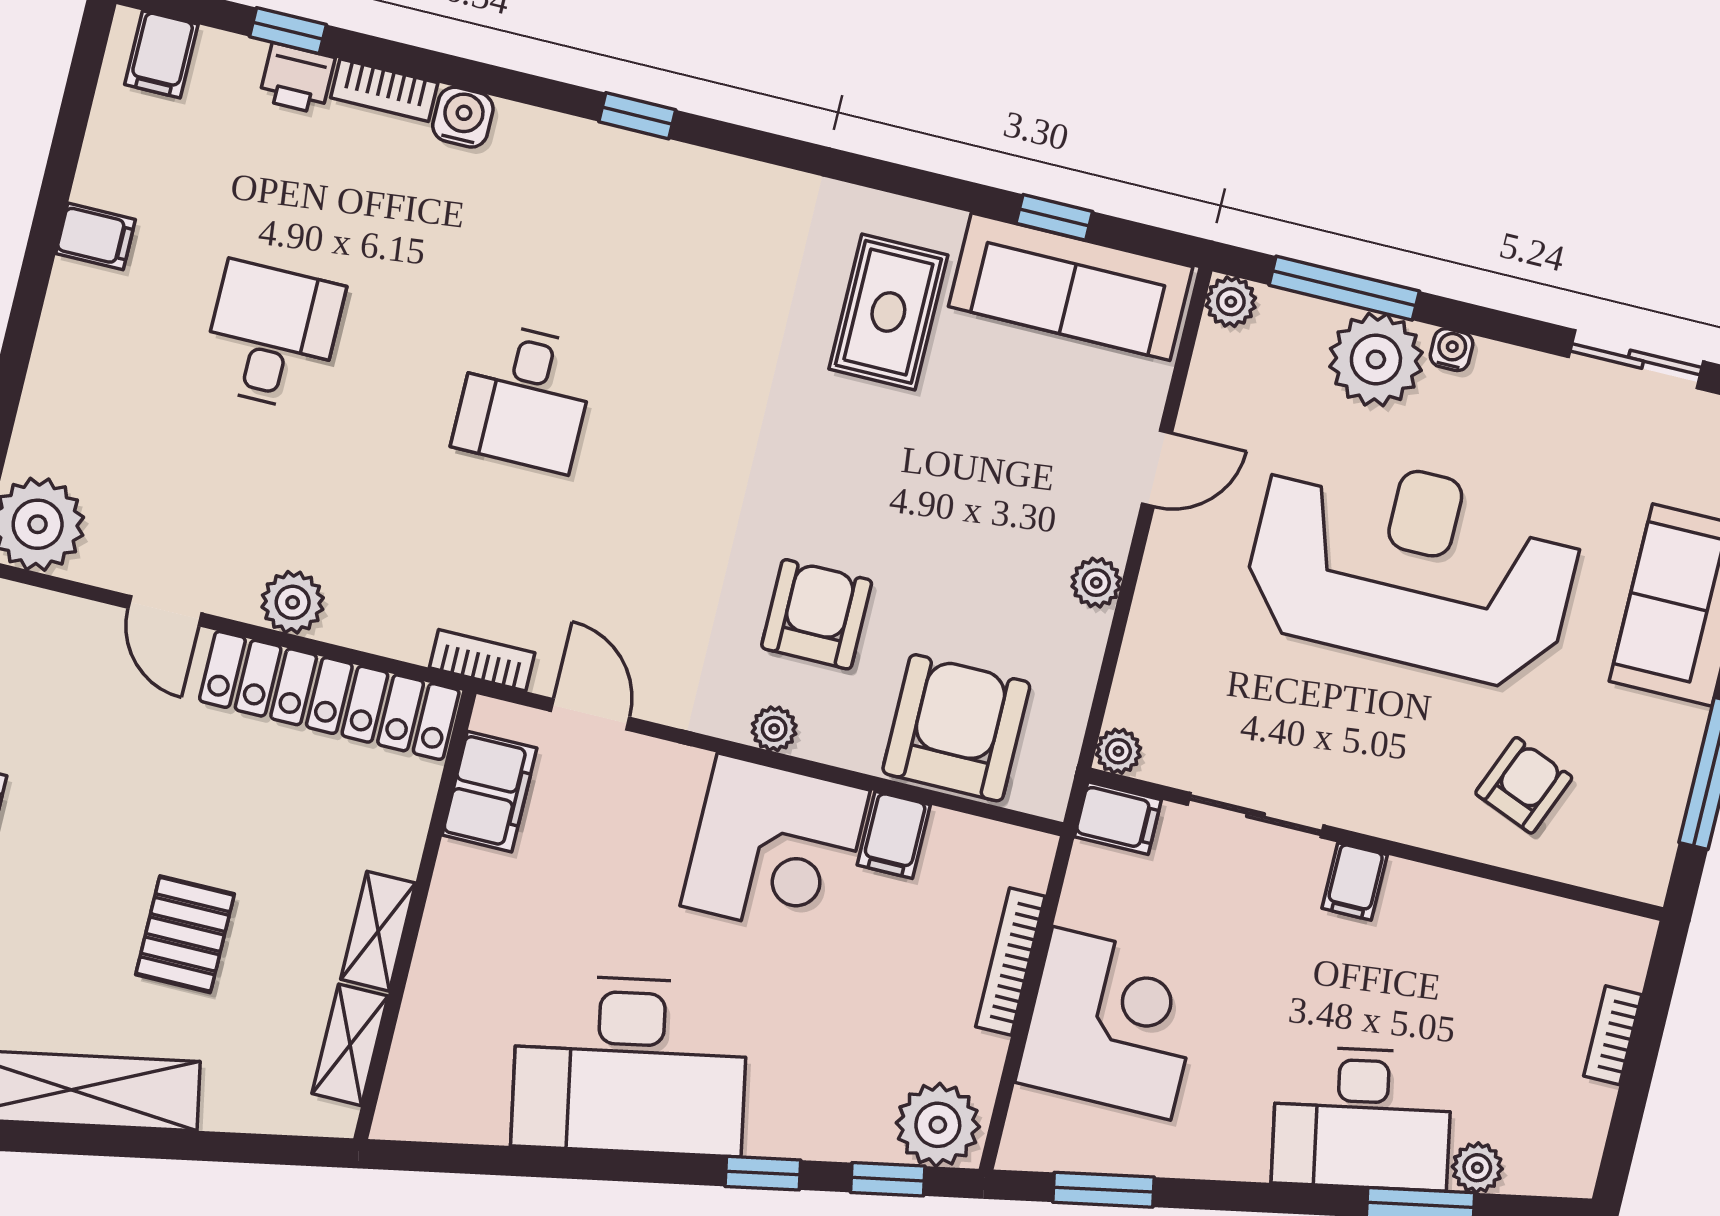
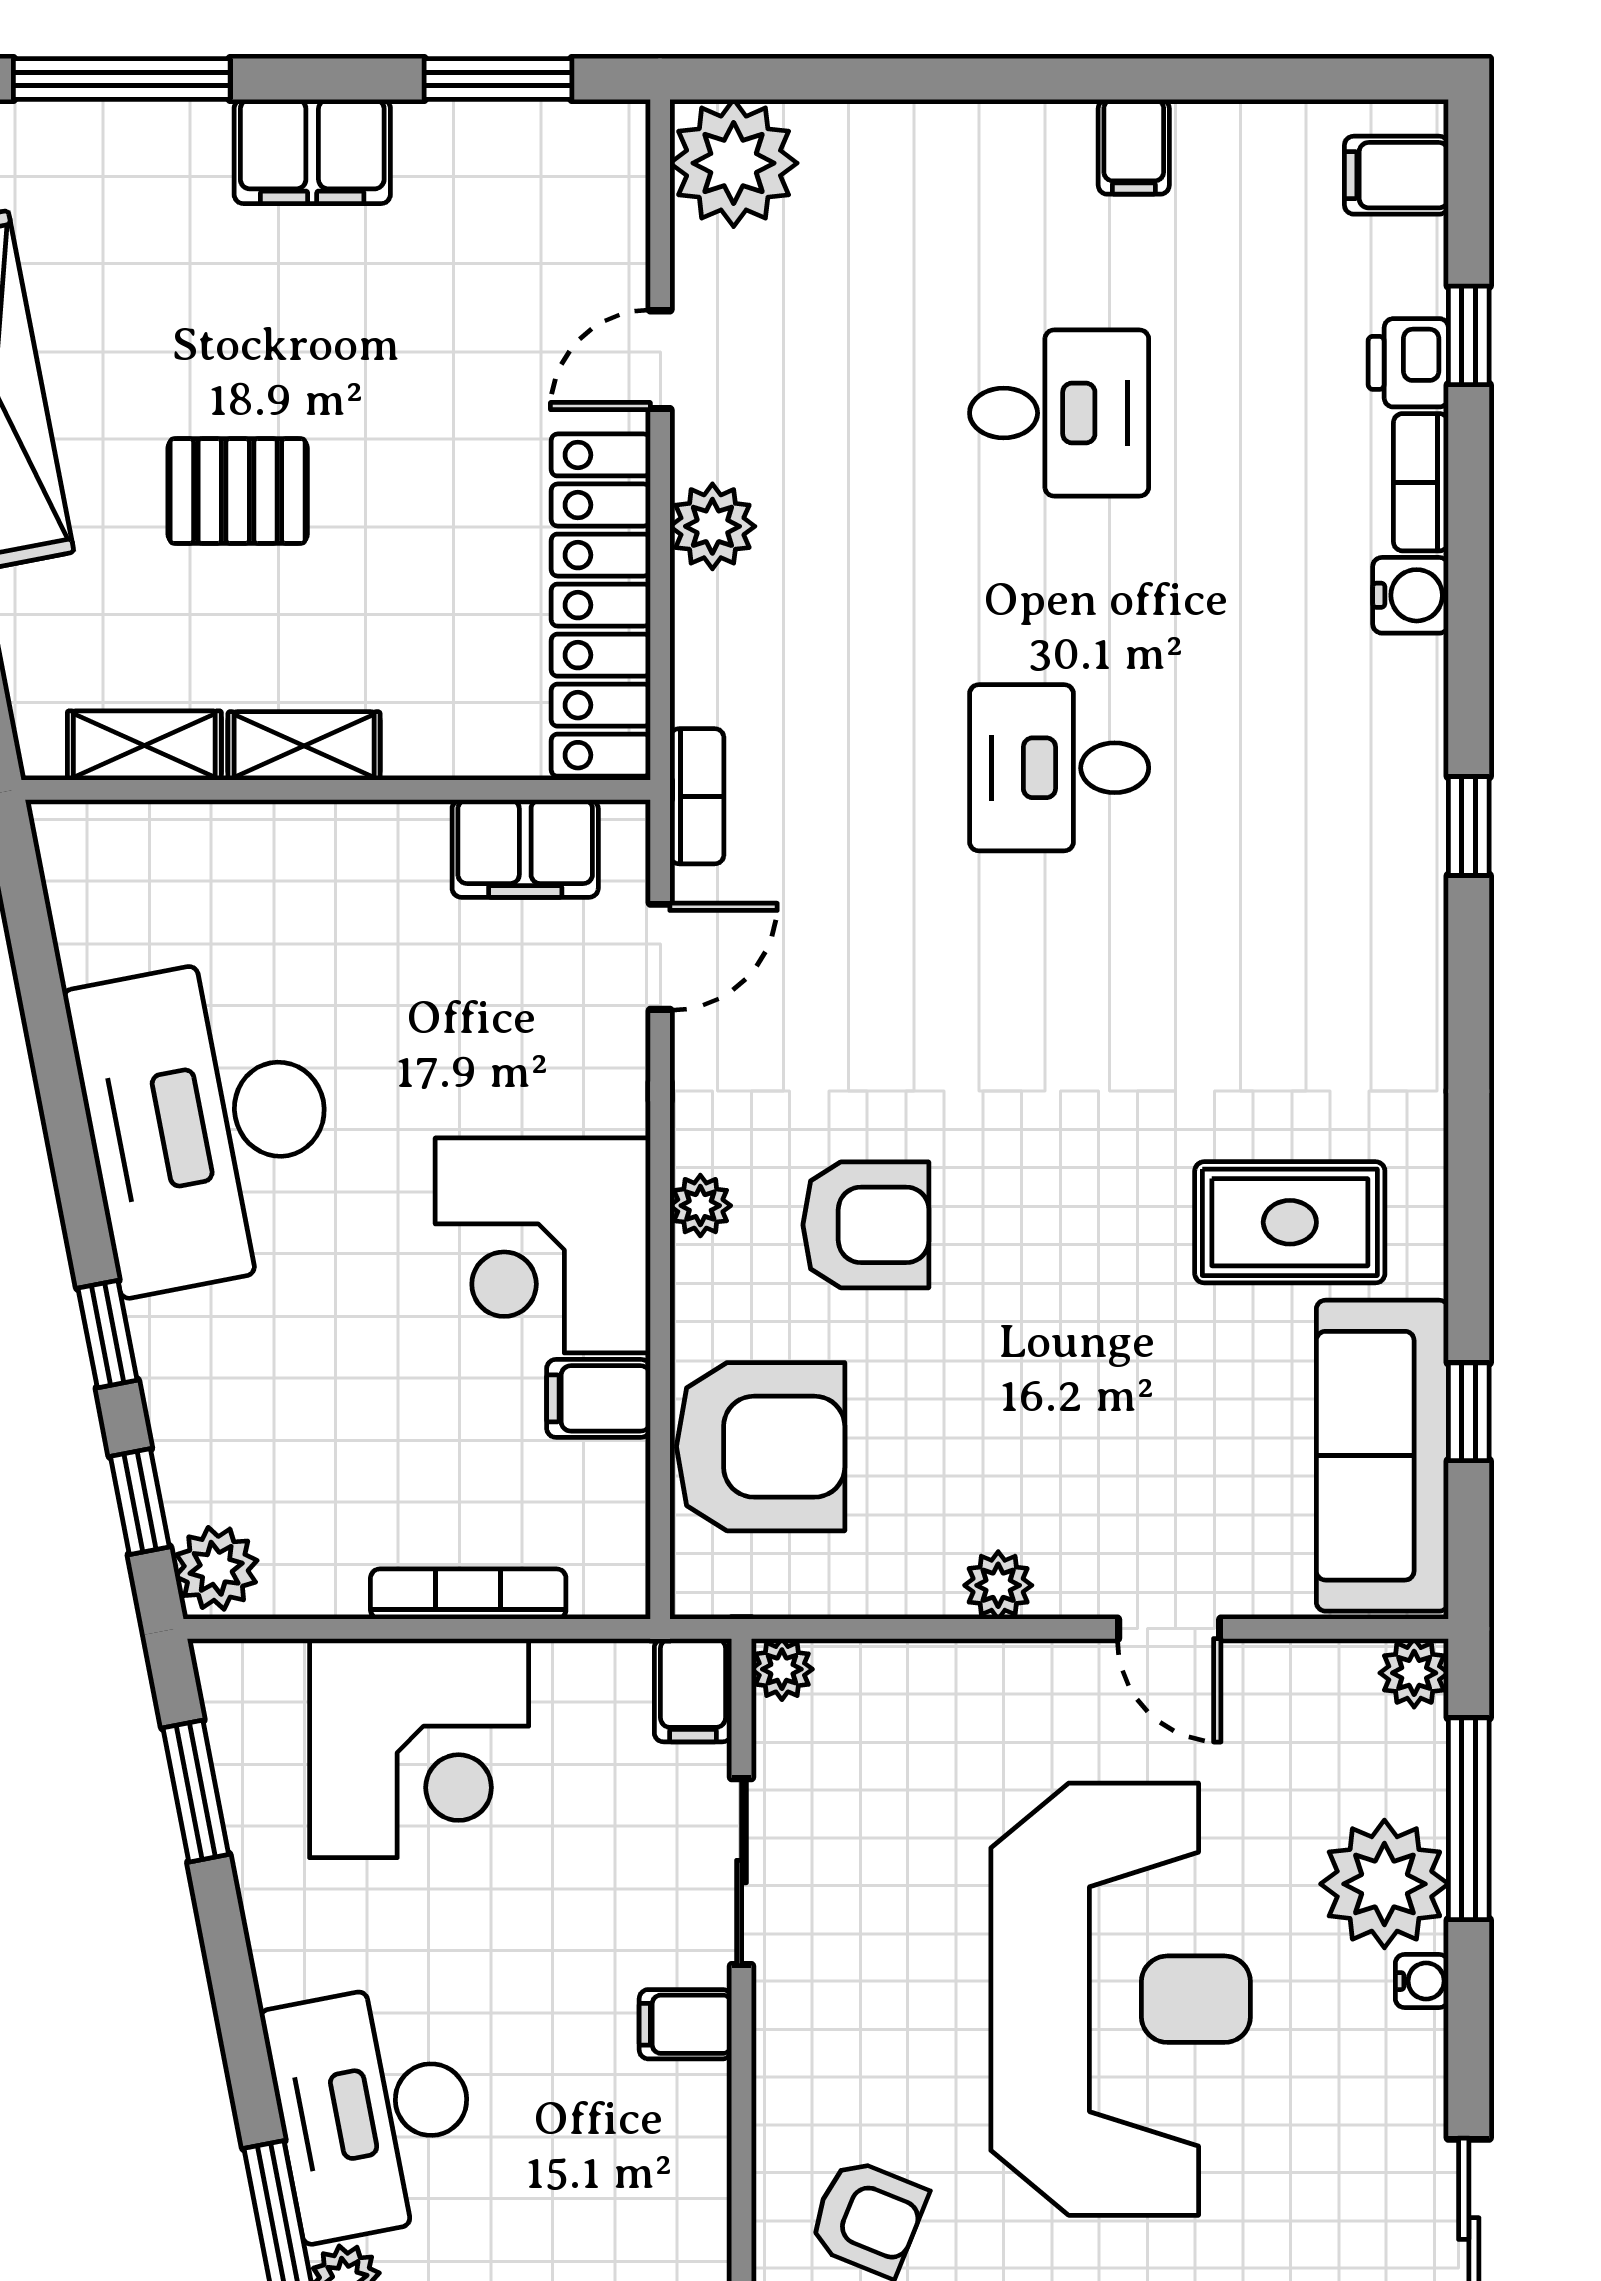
plant: (938, 1125) -> (216, 1568), width x0.73, depth x0.73

